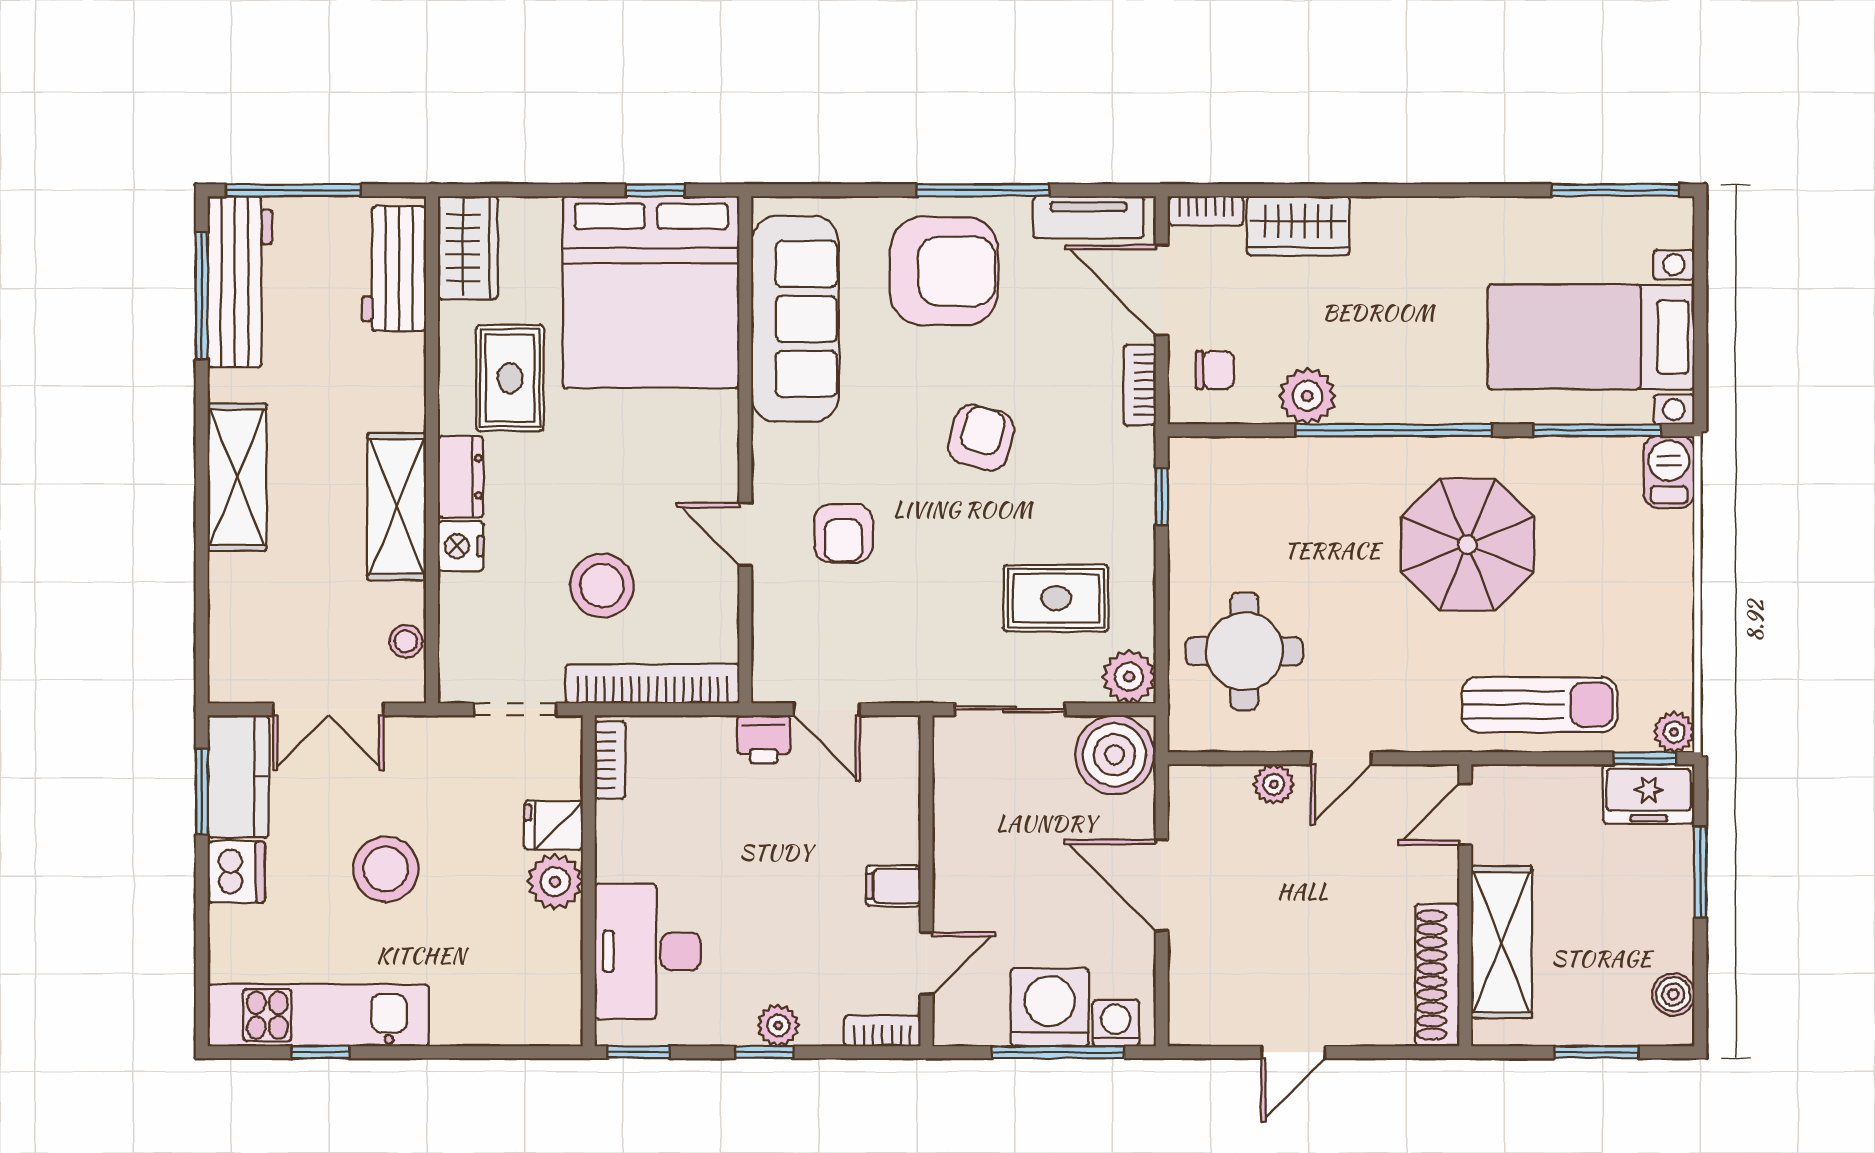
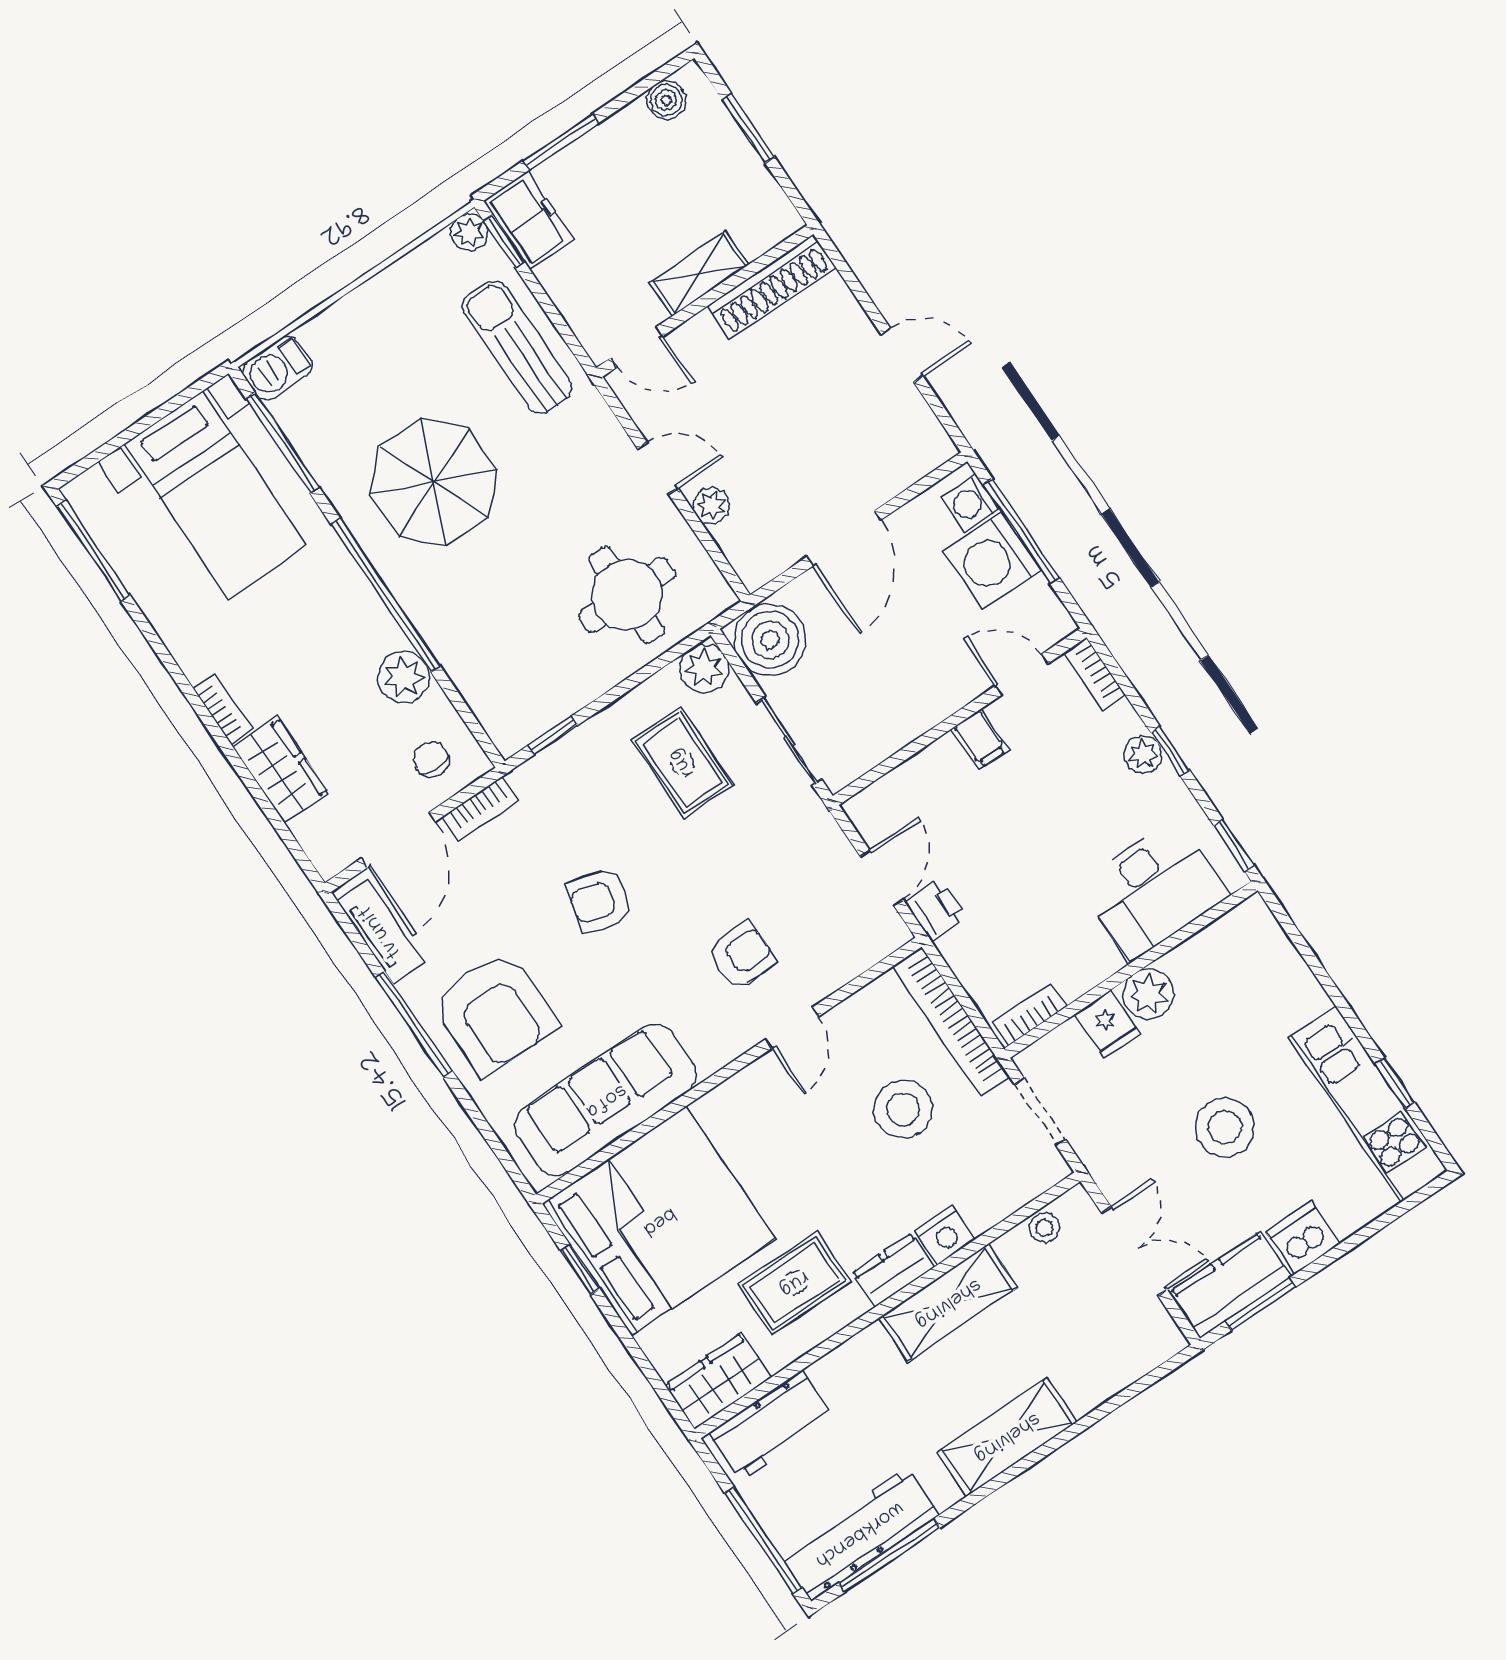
bookcase: (1206, 211) -> (223, 709), moved
armchair: (944, 271) -> (494, 1013), turned 180
shelving: (1502, 942) -> (699, 274), width x0.67, depth x0.75

